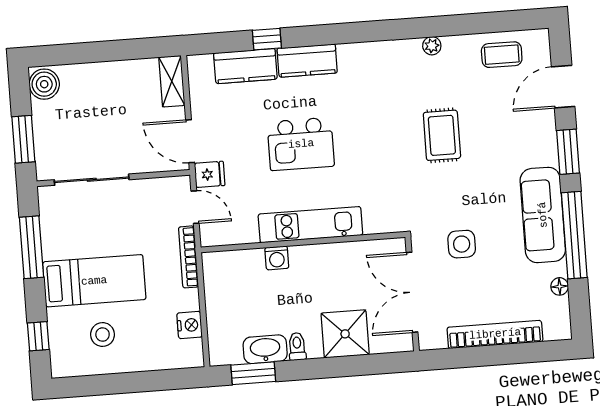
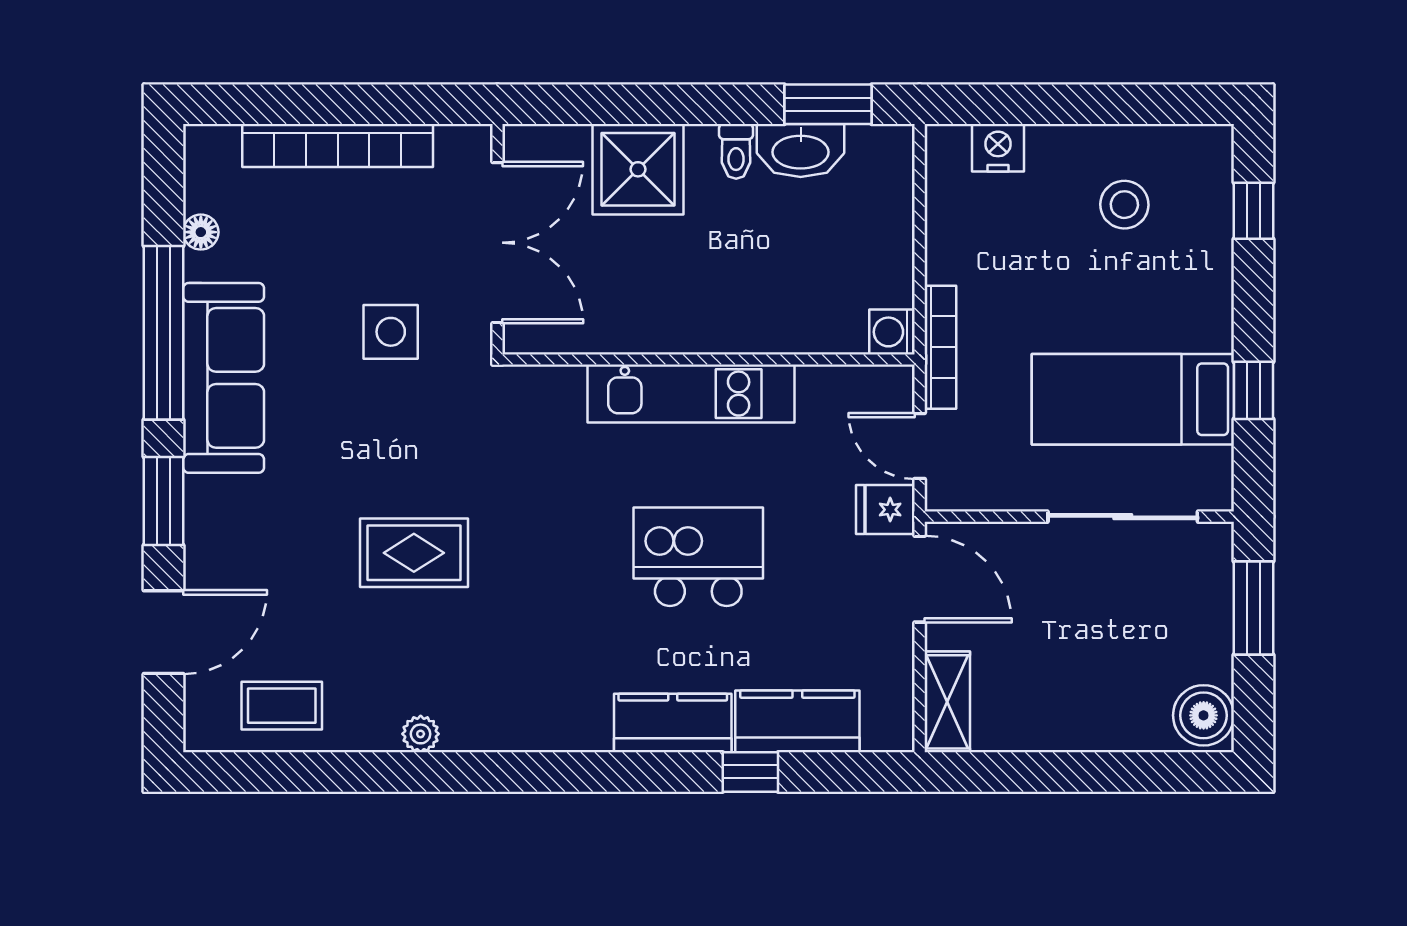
rug: (442, 135) -> (414, 553), turned 90
window: (32, 247) -> (1254, 390), width x0.46
washing machine: (277, 258) -> (892, 332), moved, turned -90
bed: (94, 281) -> (1133, 399), moved
nightstand: (190, 325) -> (998, 148), moved, turned 90

